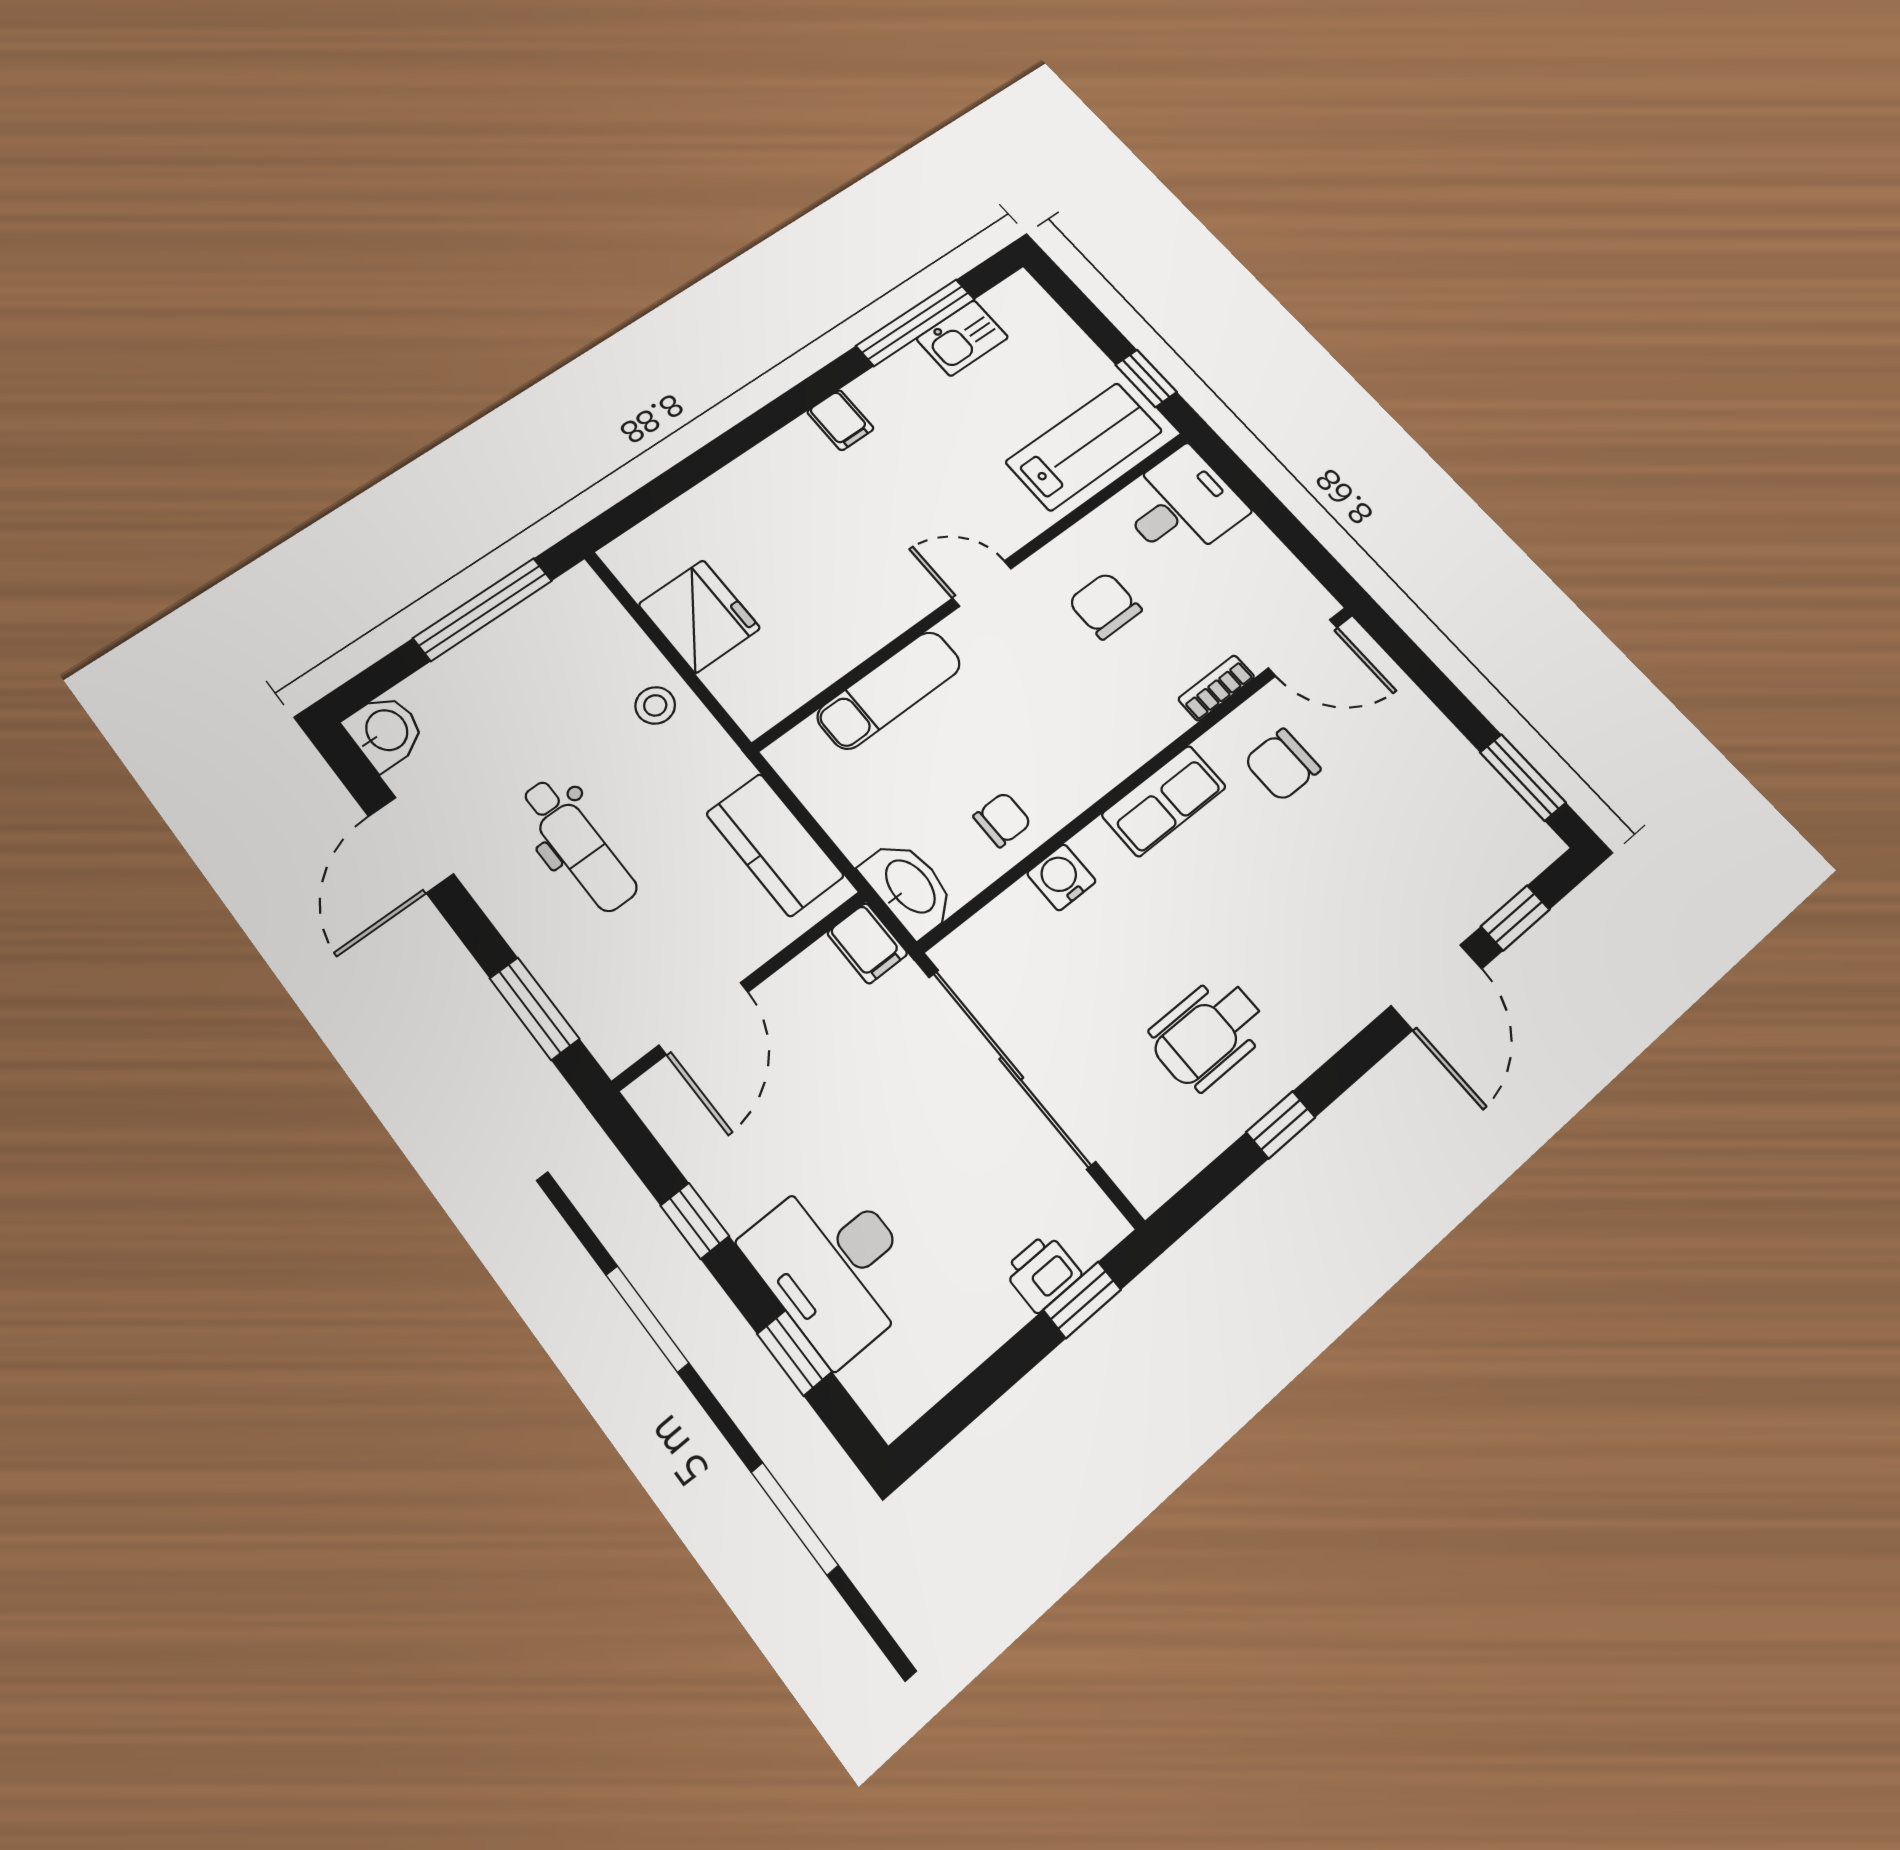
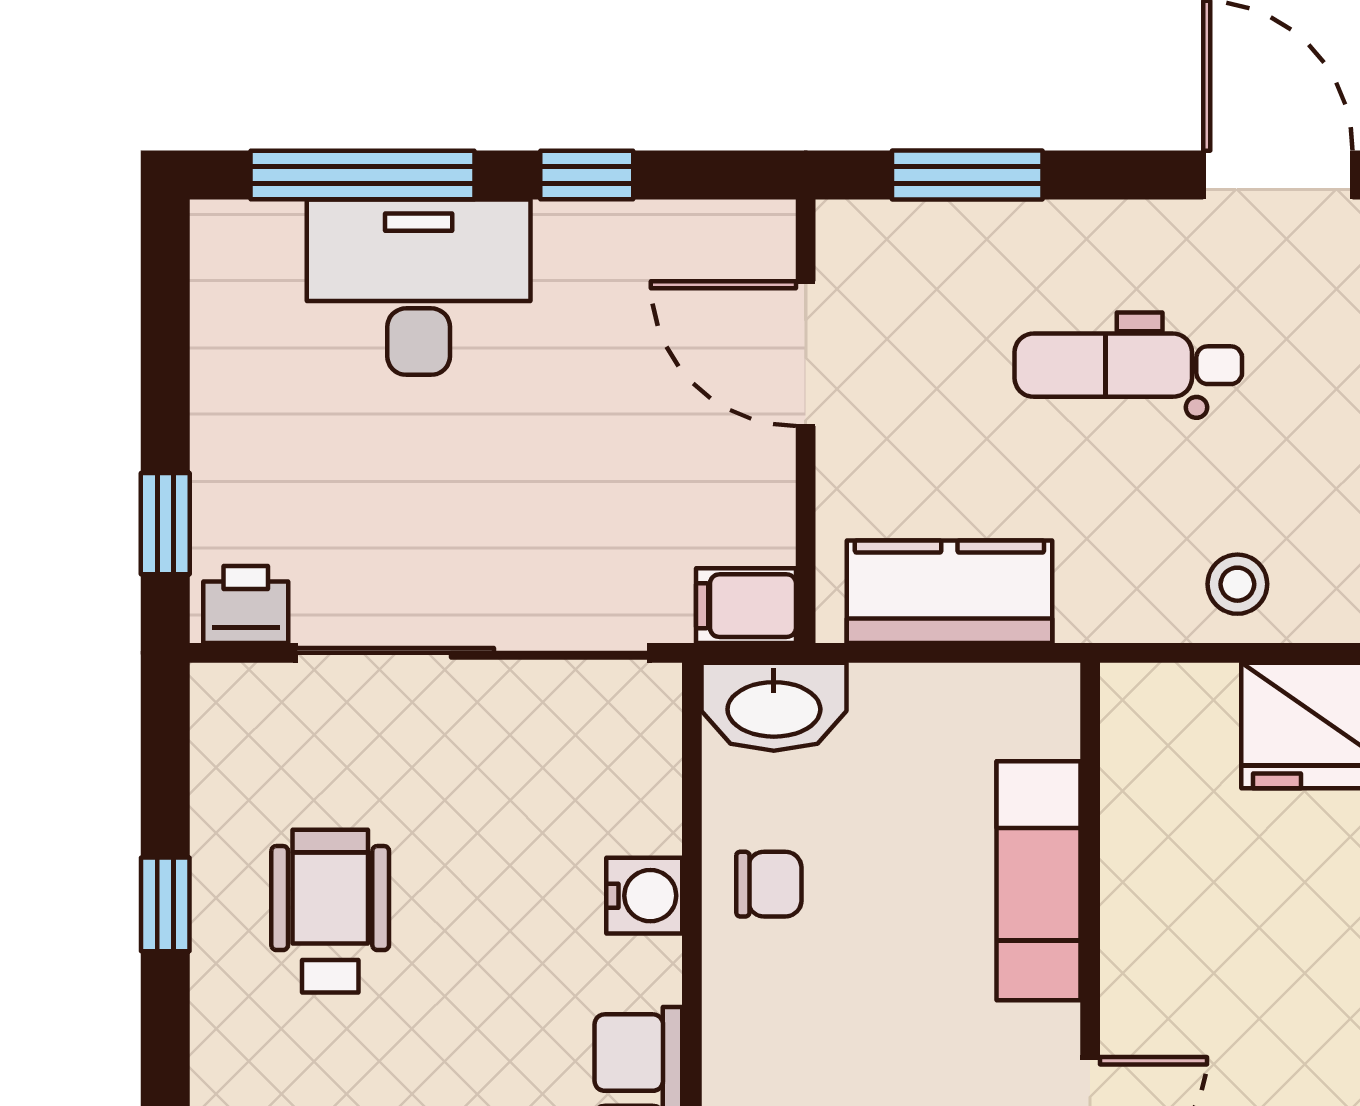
chair: (1002, 820) -> (769, 884), turned -90
printer: (1042, 1272) -> (246, 604), moved, turned -90
window: (794, 1353) -> (362, 175), width x2.17

